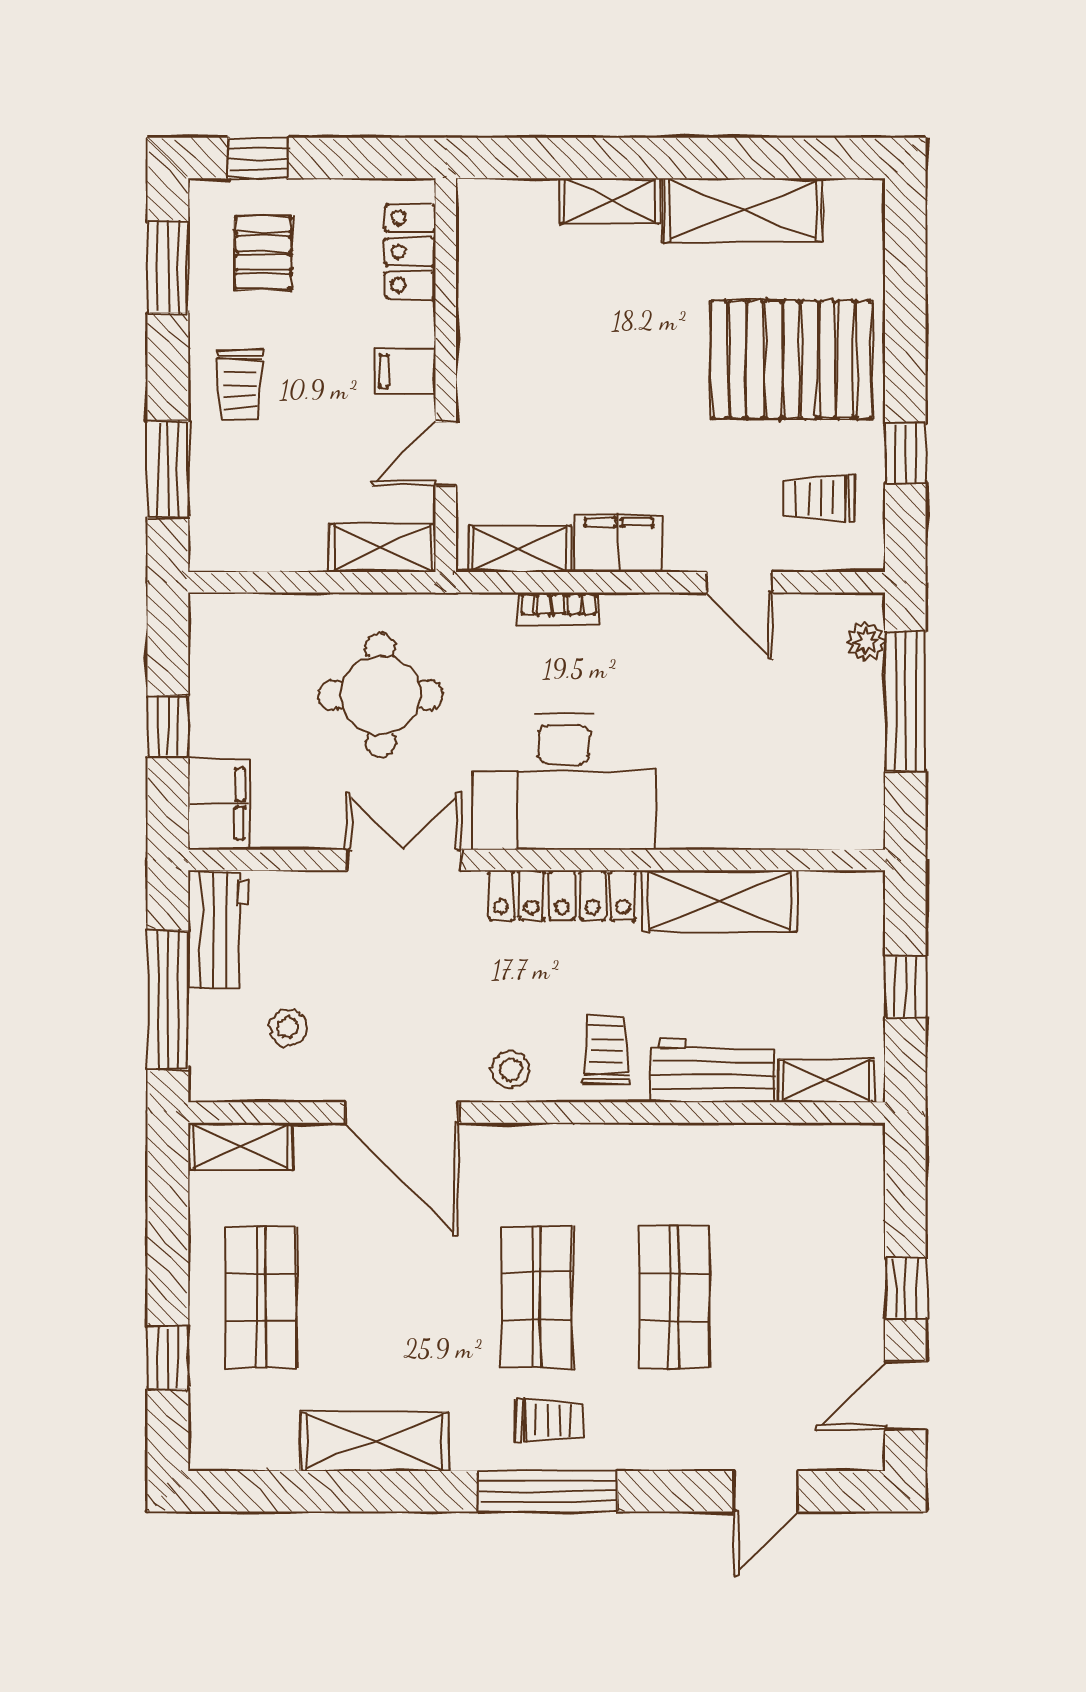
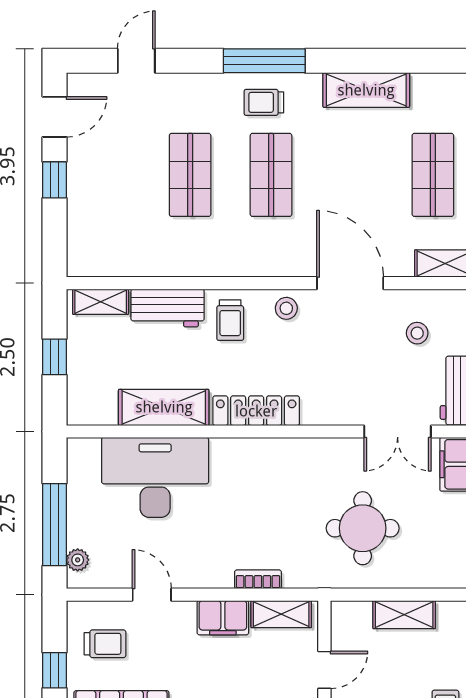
shelving: (382, 548) -> (404, 615), moved
desk: (564, 782) -> (155, 477), moved
double door: (404, 860) -> (398, 431), moved

